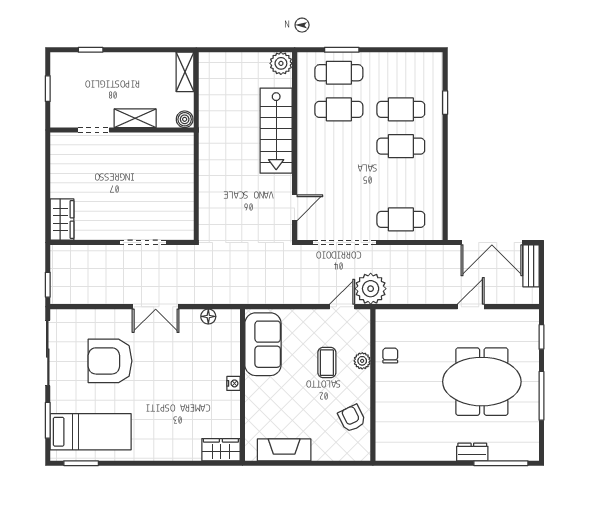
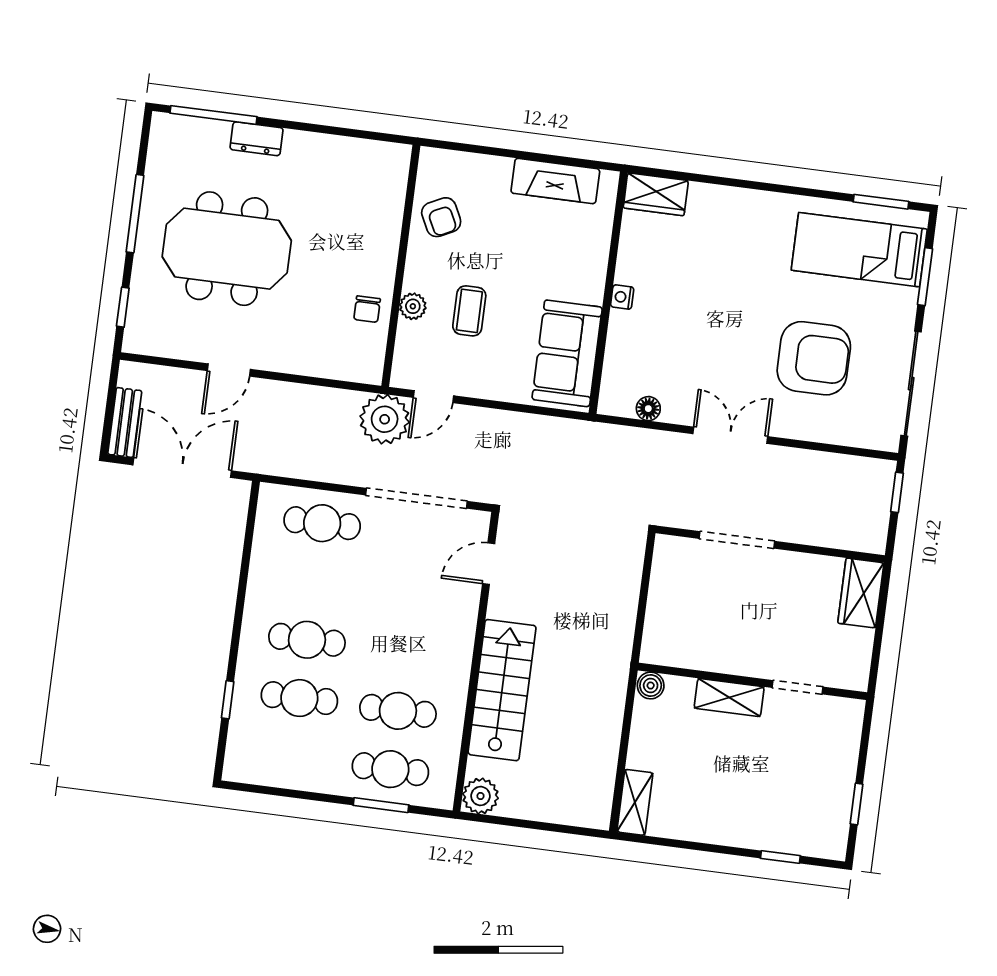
shelving: (135, 118) -> (729, 697), moved
boiler: (185, 119) -> (651, 686), moved
doorway: (94, 130) -> (797, 687), moved
wall: (122, 130) -> (752, 681), moved

